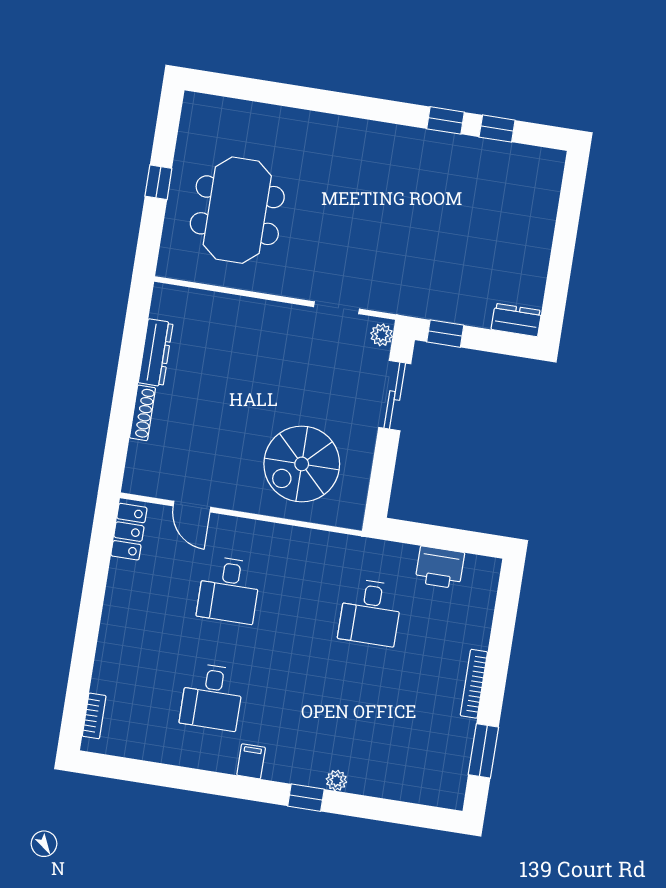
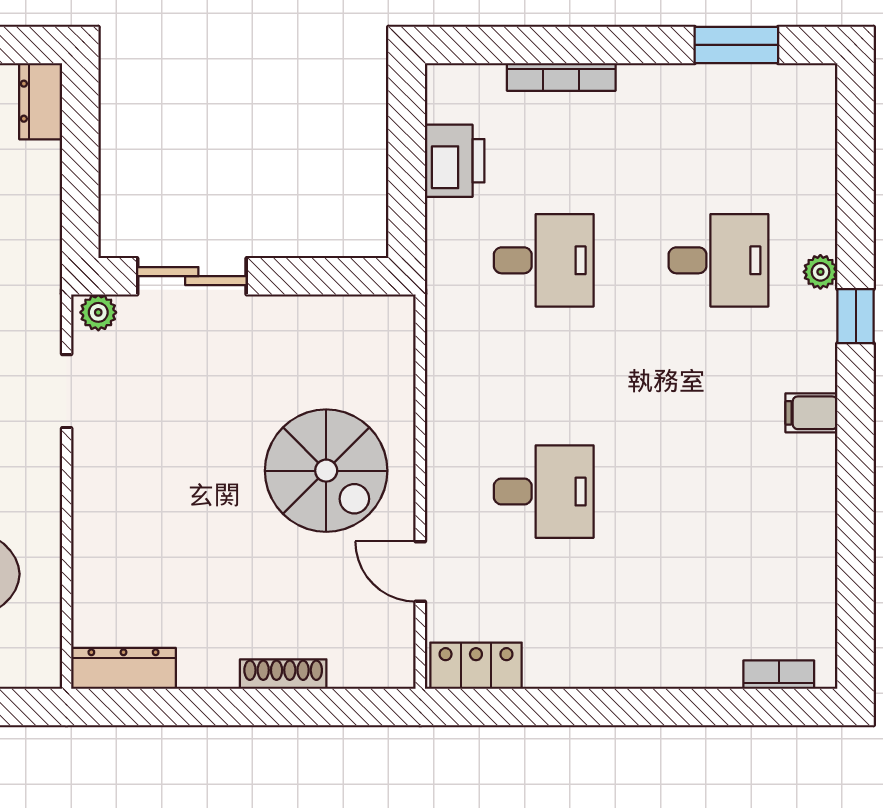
window: (445, 334) -> (80, 211), removed
dresser: (156, 353) -> (123, 668), moved
spiral stairs: (302, 464) -> (326, 471), moved
door: (192, 507) -> (420, 571), swing flipped
bookcase: (474, 684) -> (561, 77), moved
desk: (212, 697) -> (718, 260), moved

